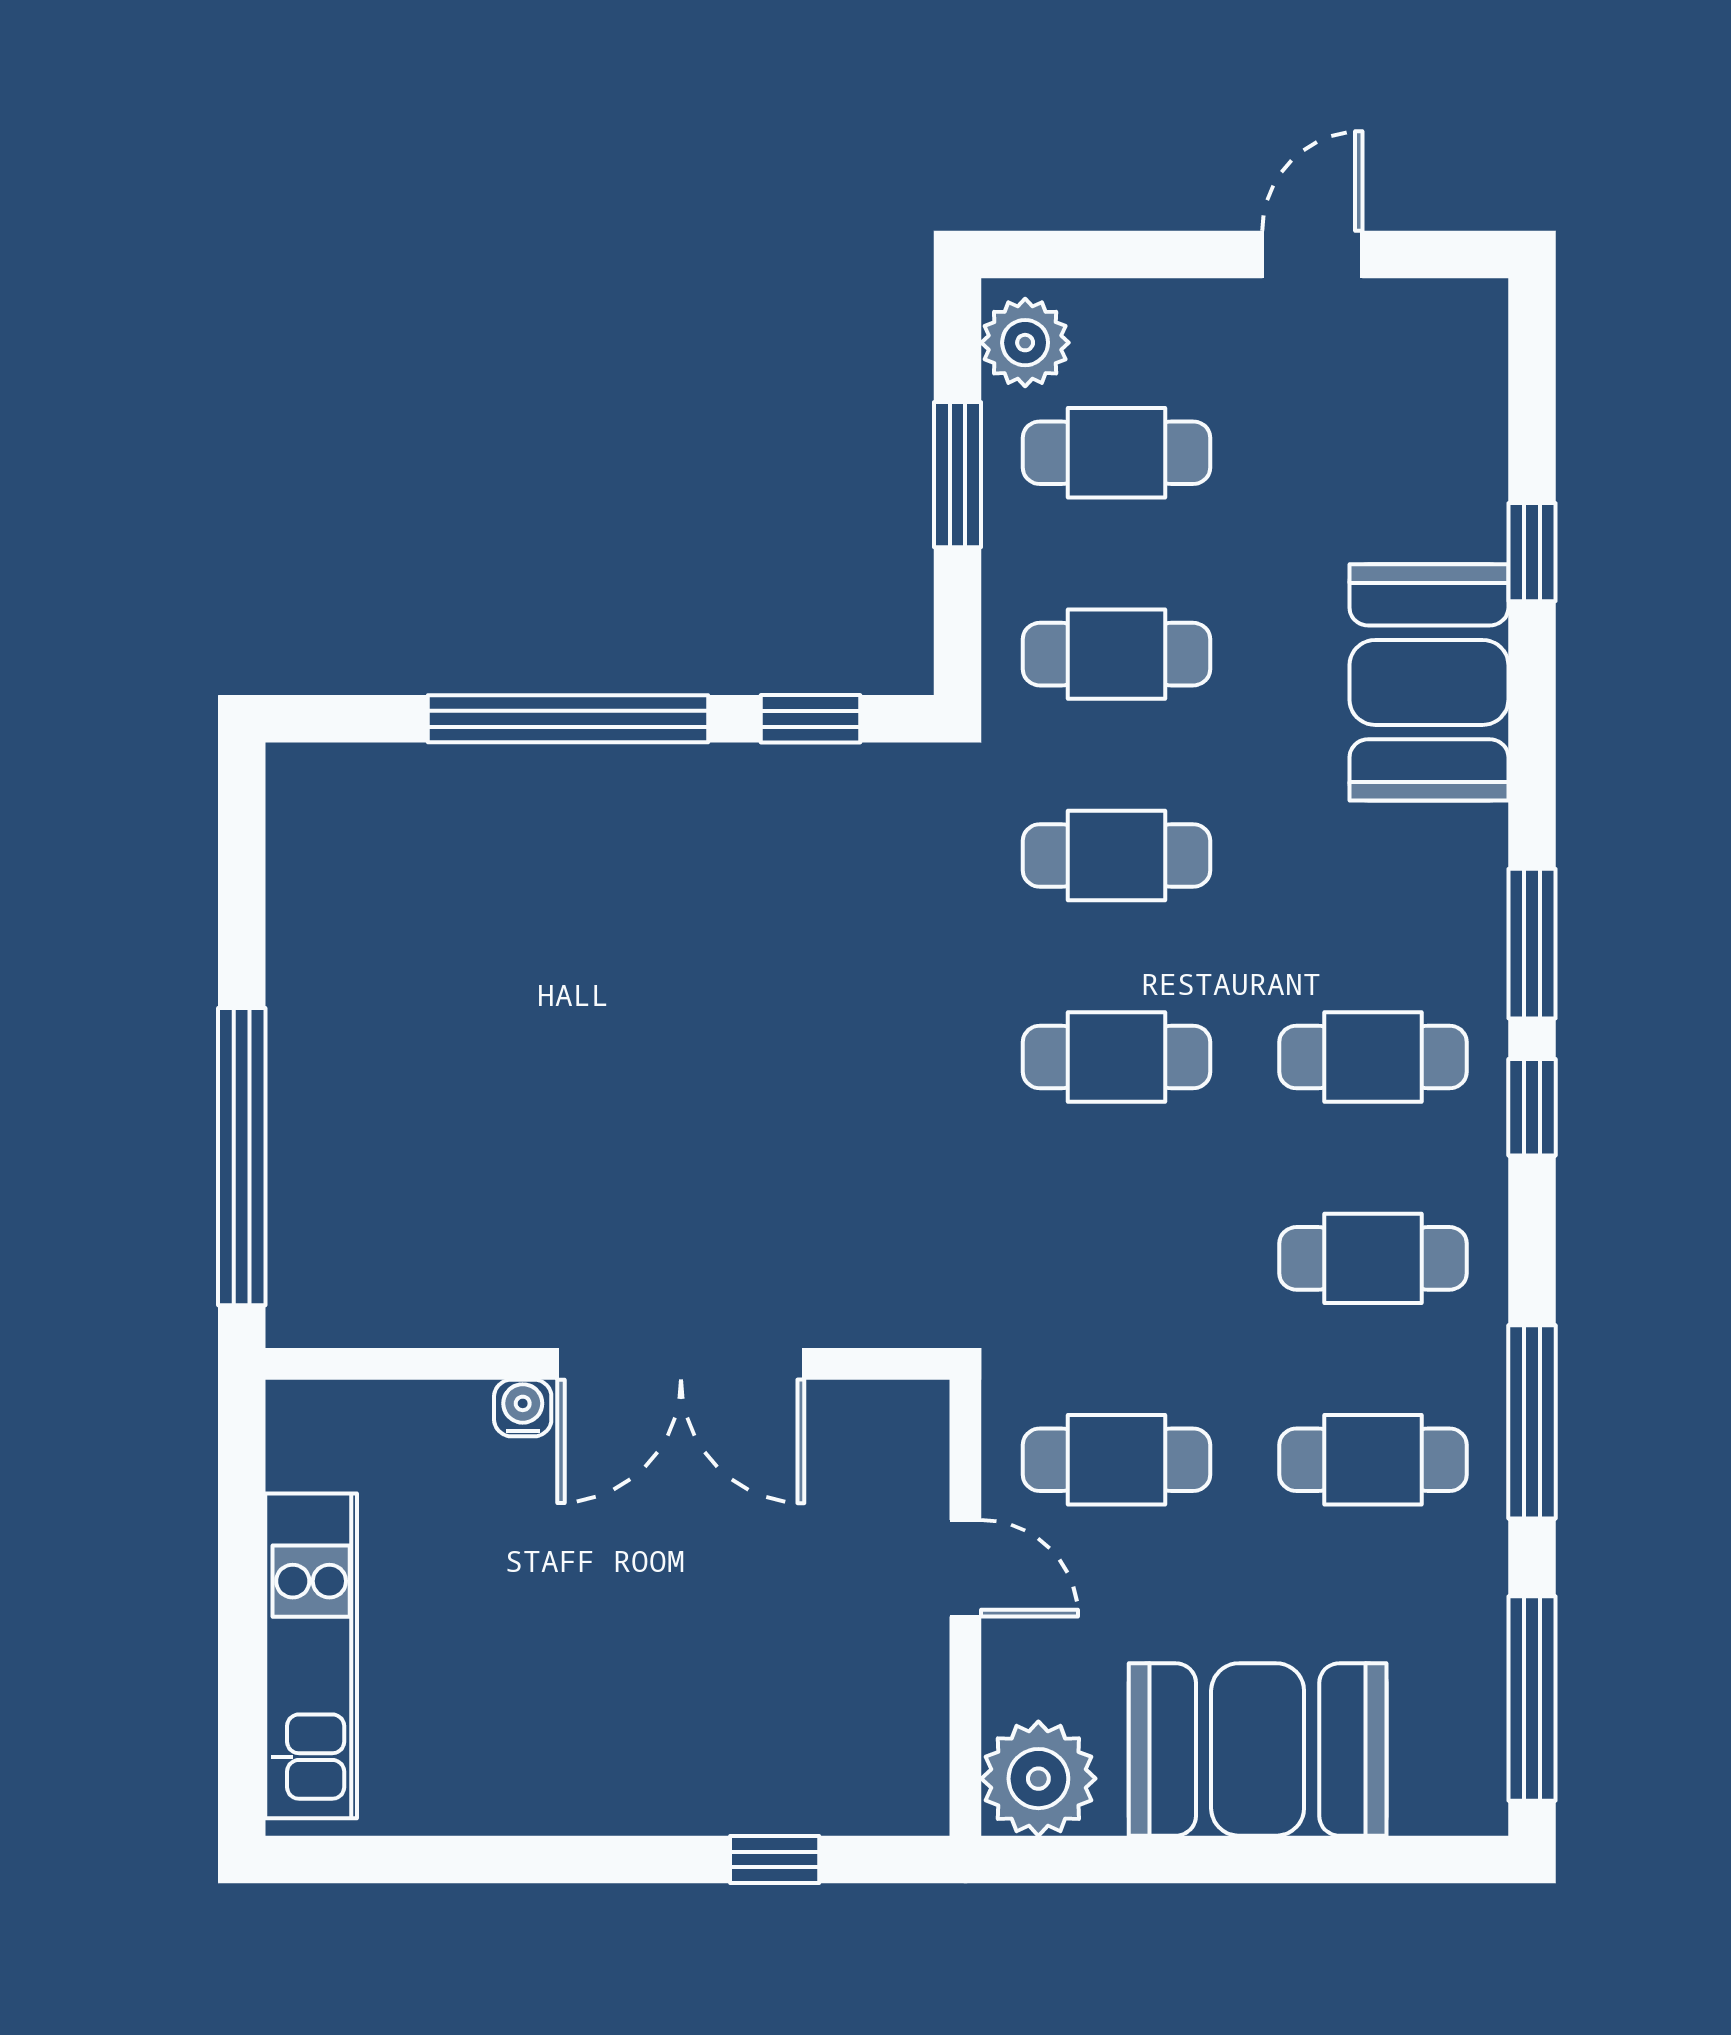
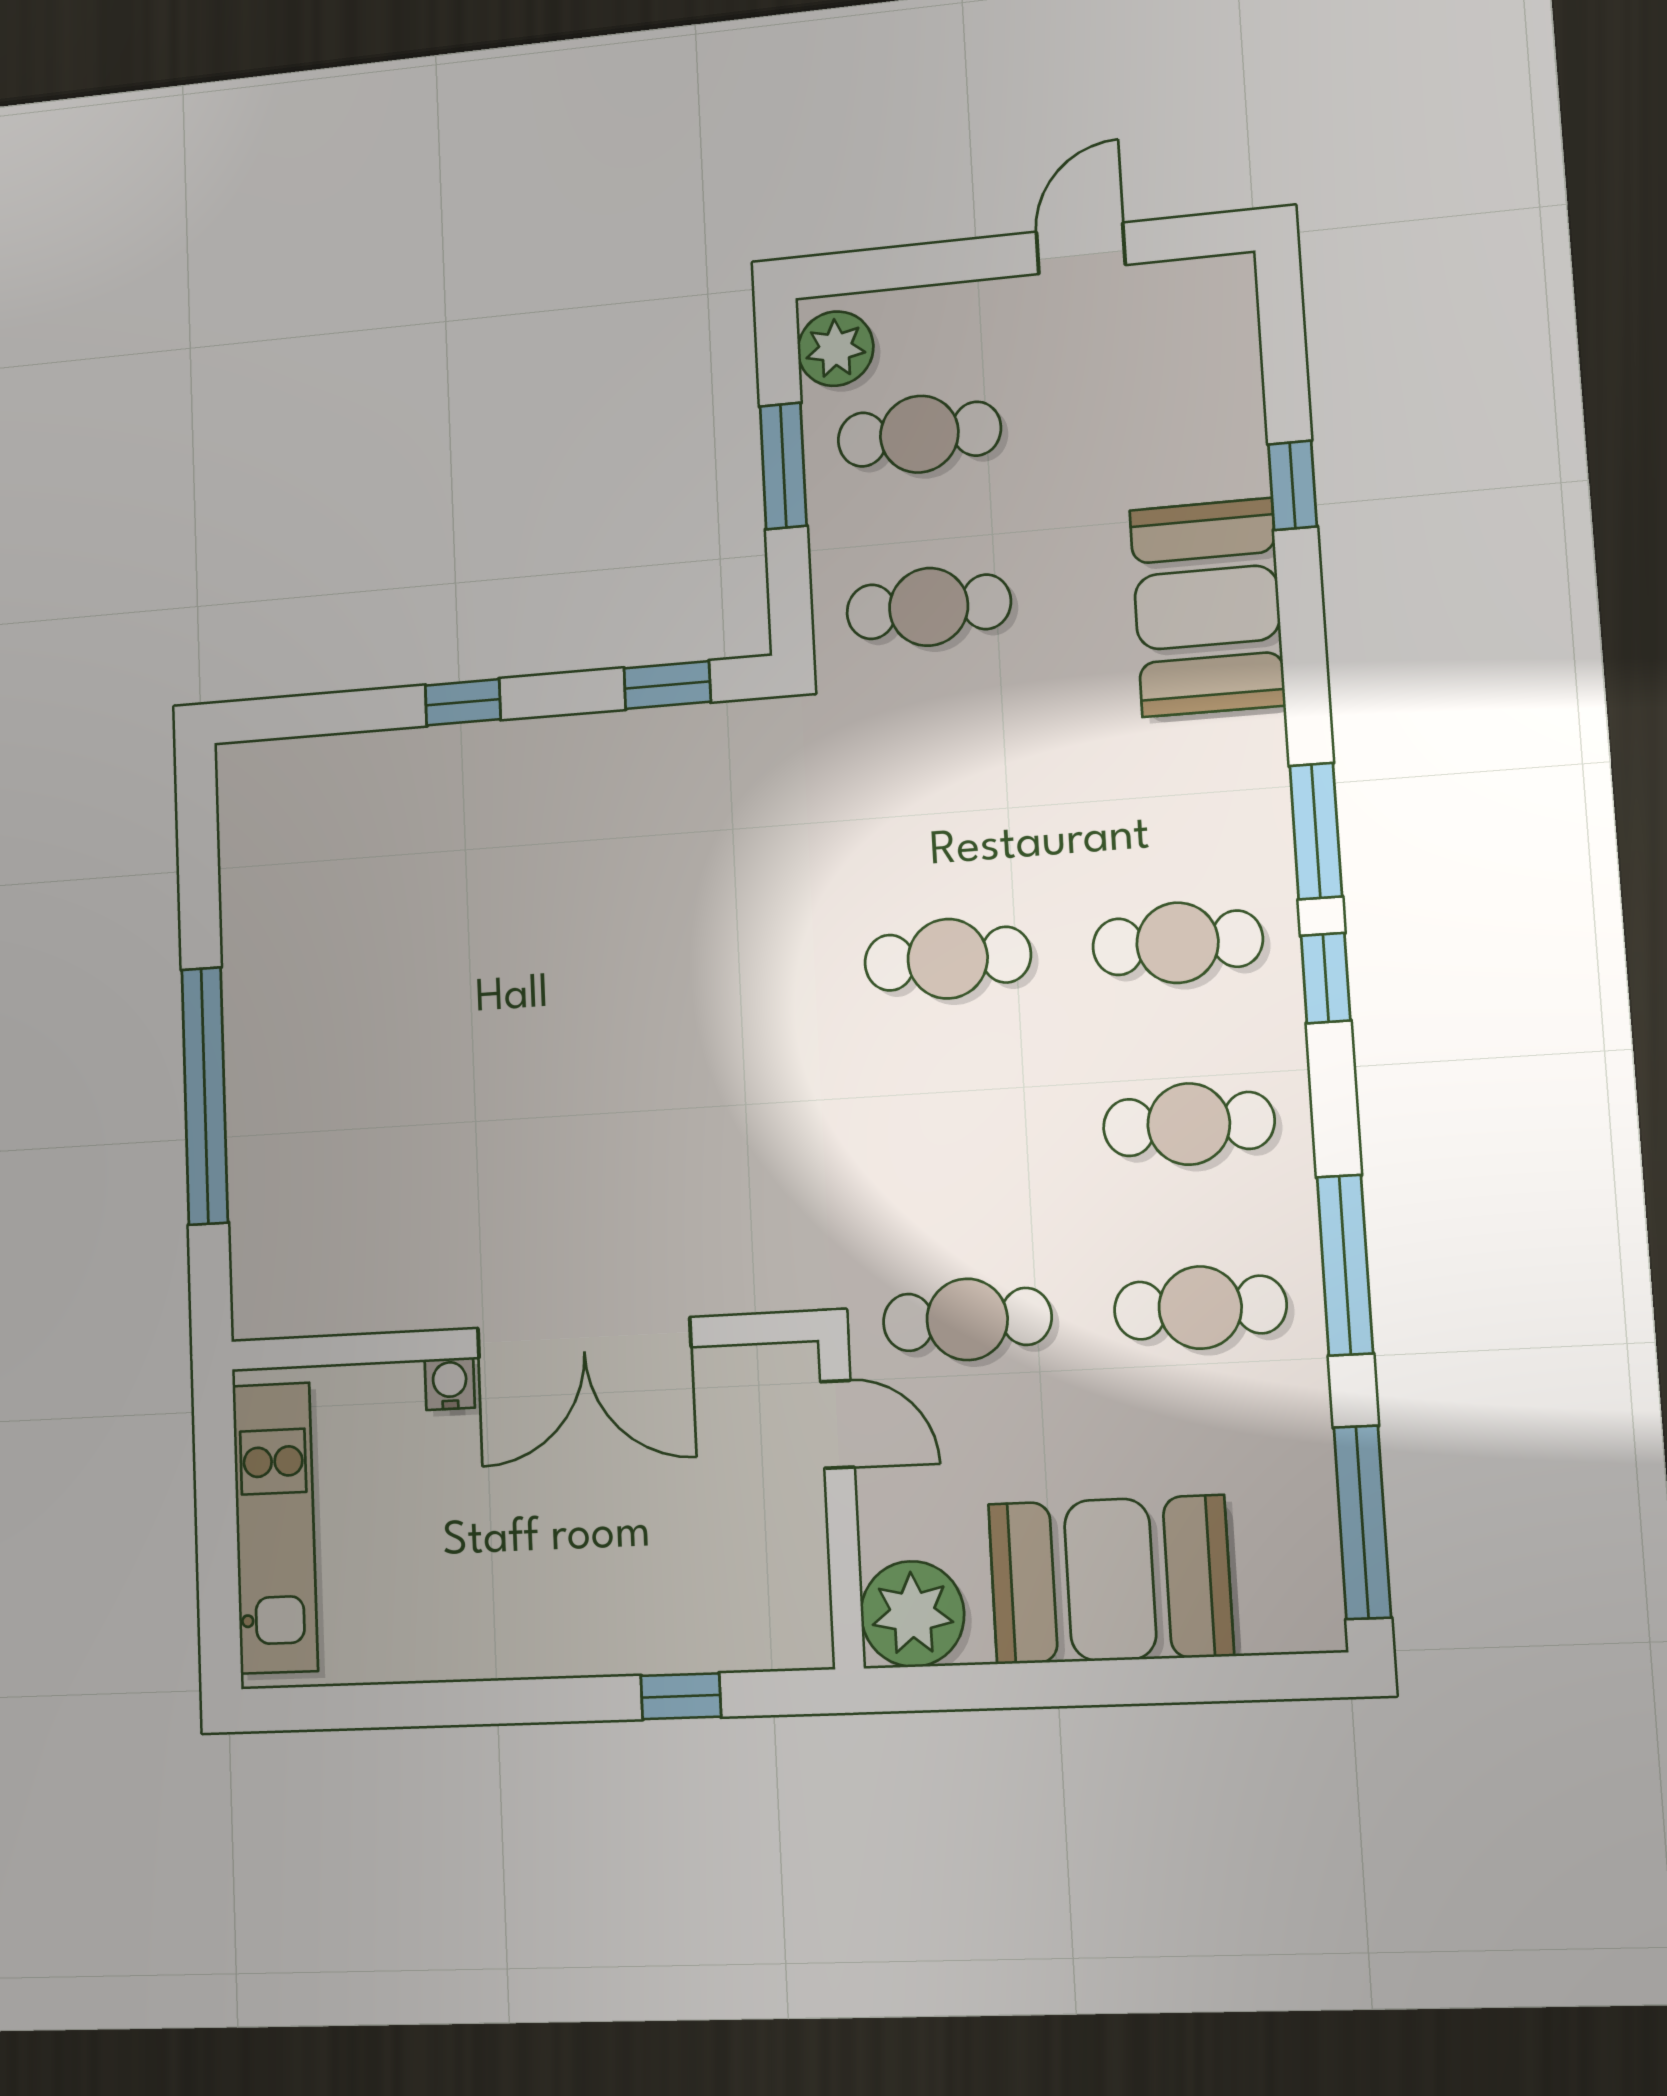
window: (568, 719) -> (463, 702), width x0.32
cafe table: (1116, 856) -> (938, 782), removed
wall: (607, 1364) -> (521, 1341), moved
double door: (681, 1364) -> (584, 1338), moved
water cooler: (523, 1408) -> (450, 1384), moved

